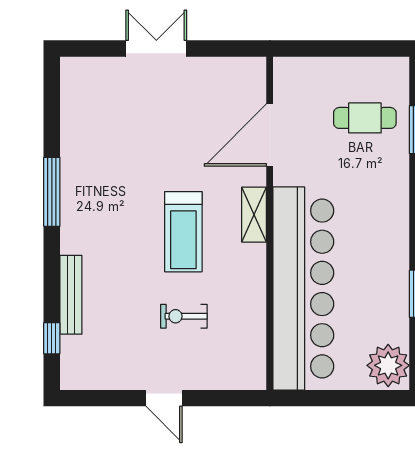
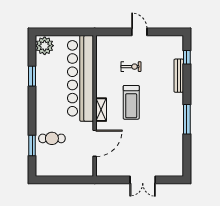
cafe table: (365, 118) -> (52, 138), moved
treadmill: (183, 232) -> (131, 102), turned 180

